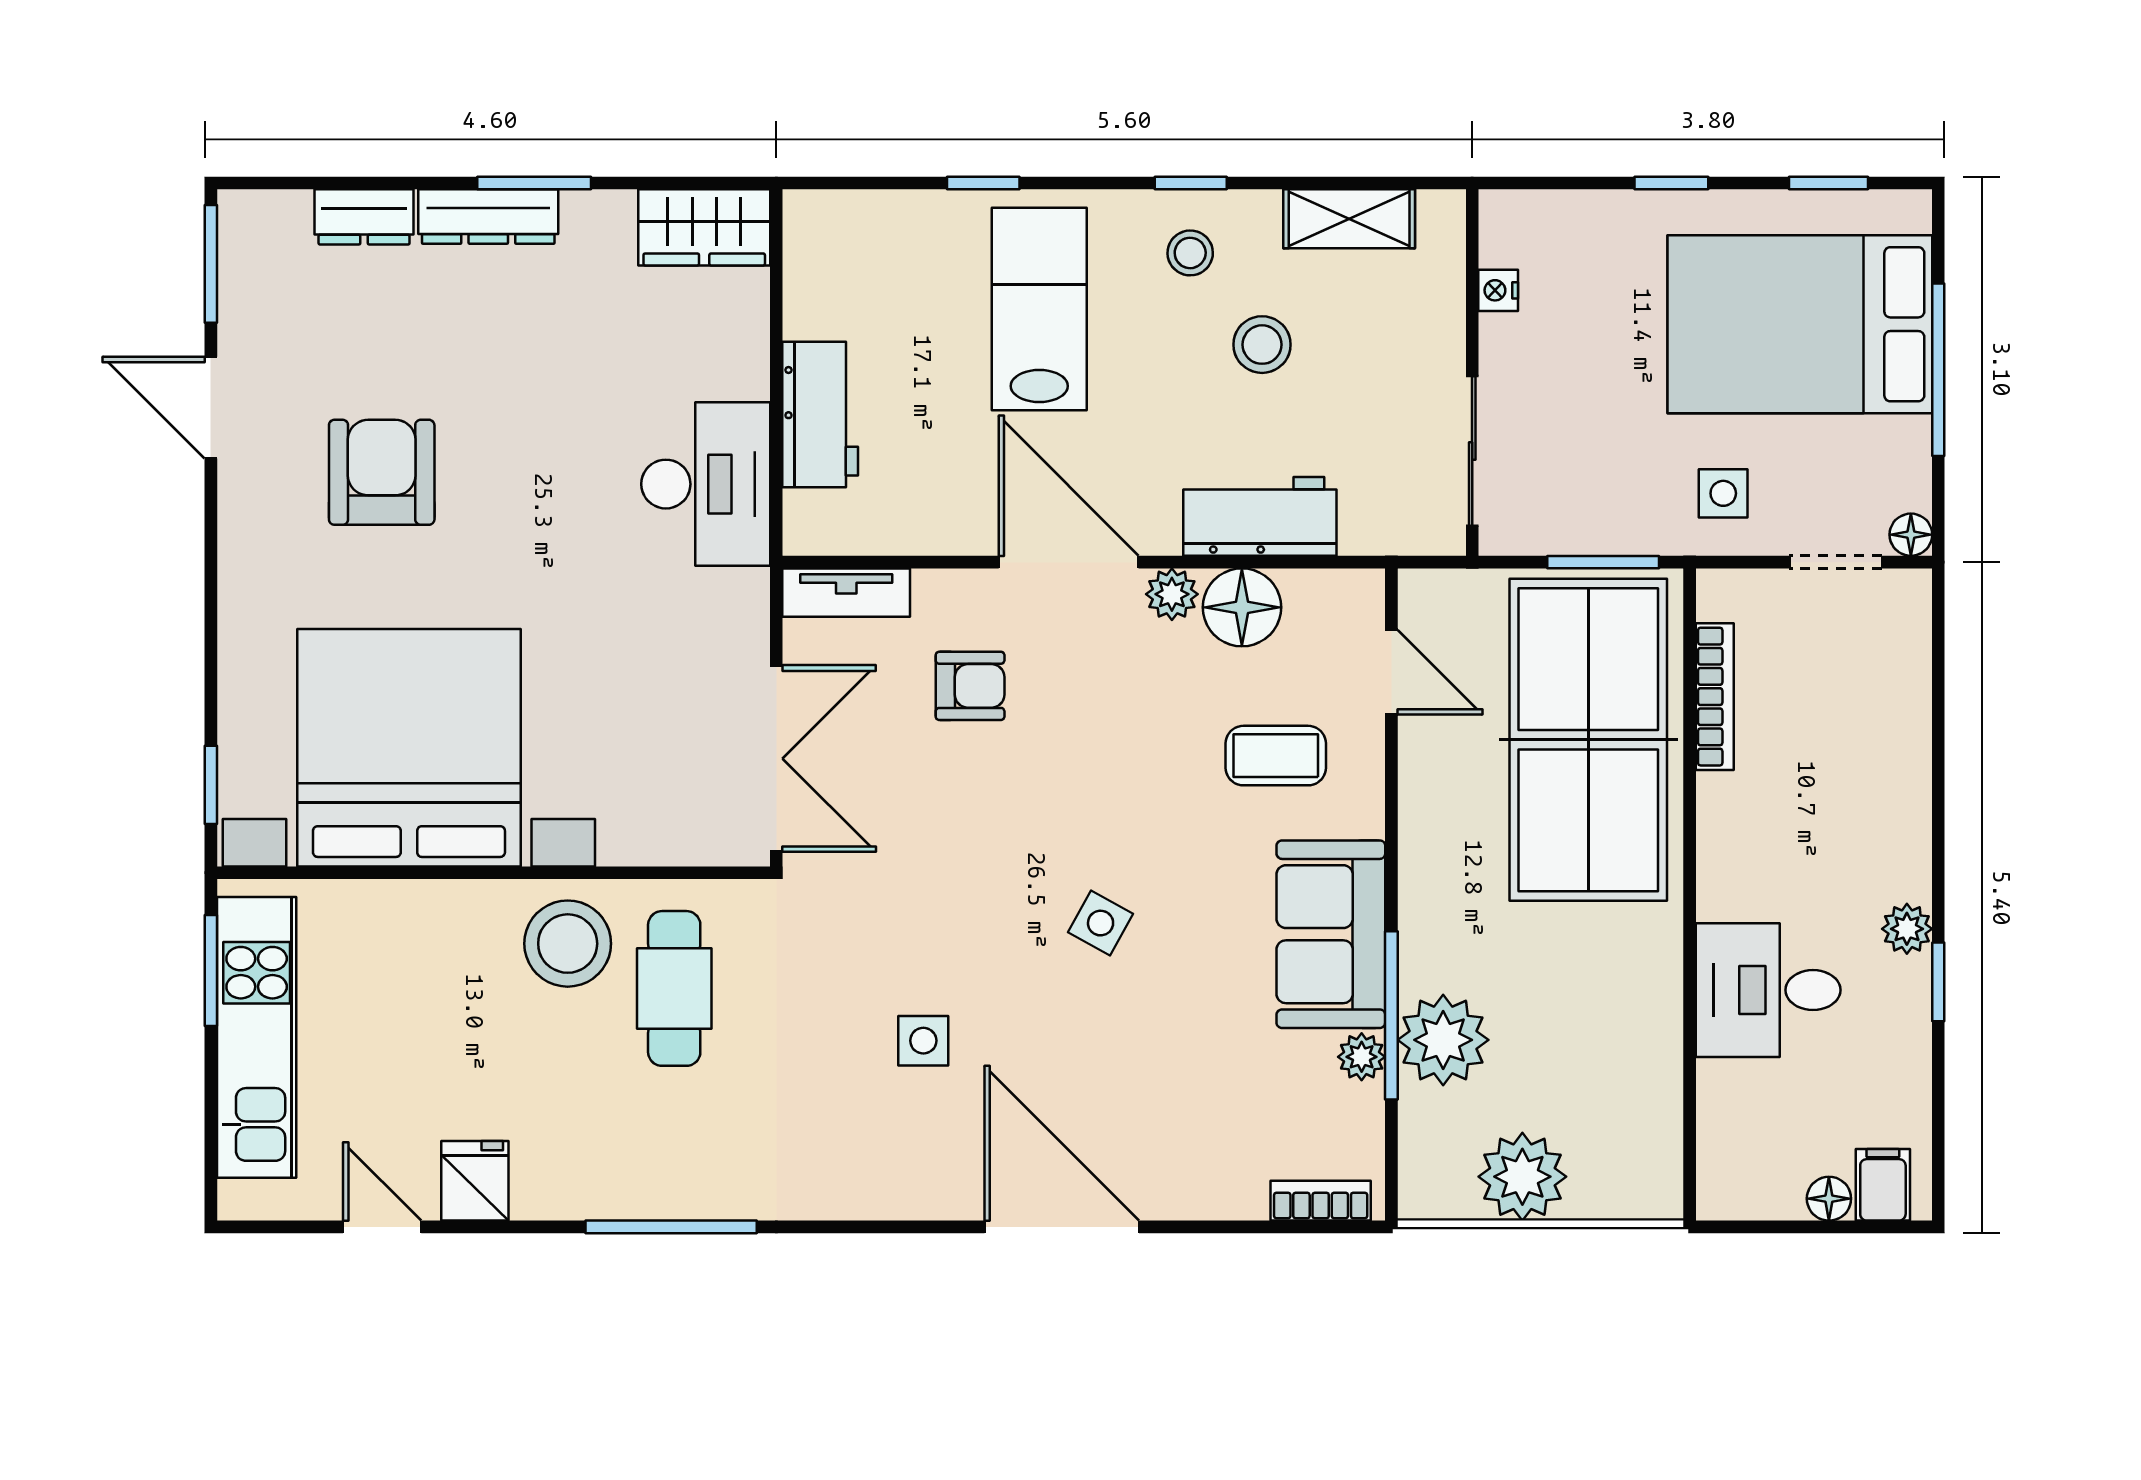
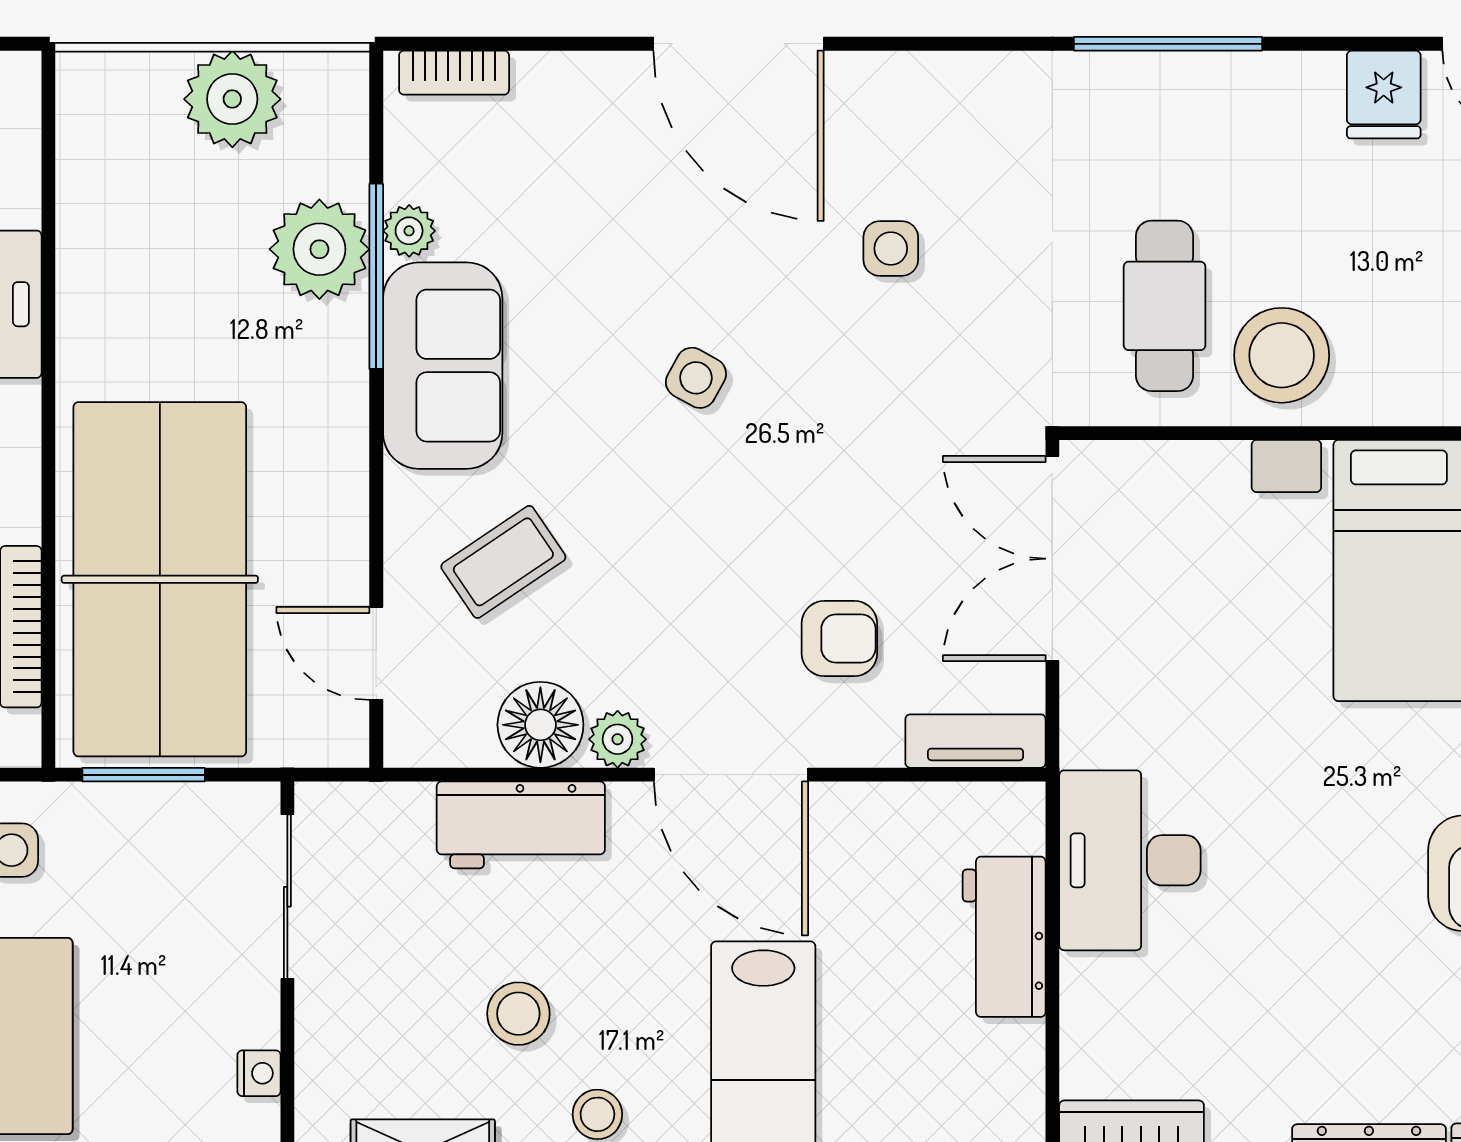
armchair: (970, 686) -> (839, 639), turned 180
coffee table: (1276, 756) -> (503, 562), turned -34

